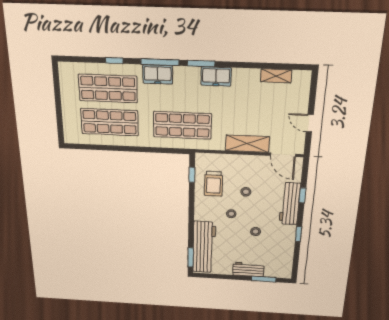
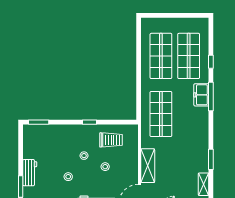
window: (201, 64) -> (211, 159), moved
freezer: (216, 76) -> (201, 139), removed
window: (192, 175) -> (90, 122), moved
trolley: (213, 184) -> (111, 140), turned 180
workbench: (204, 247) -> (50, 134), removed

